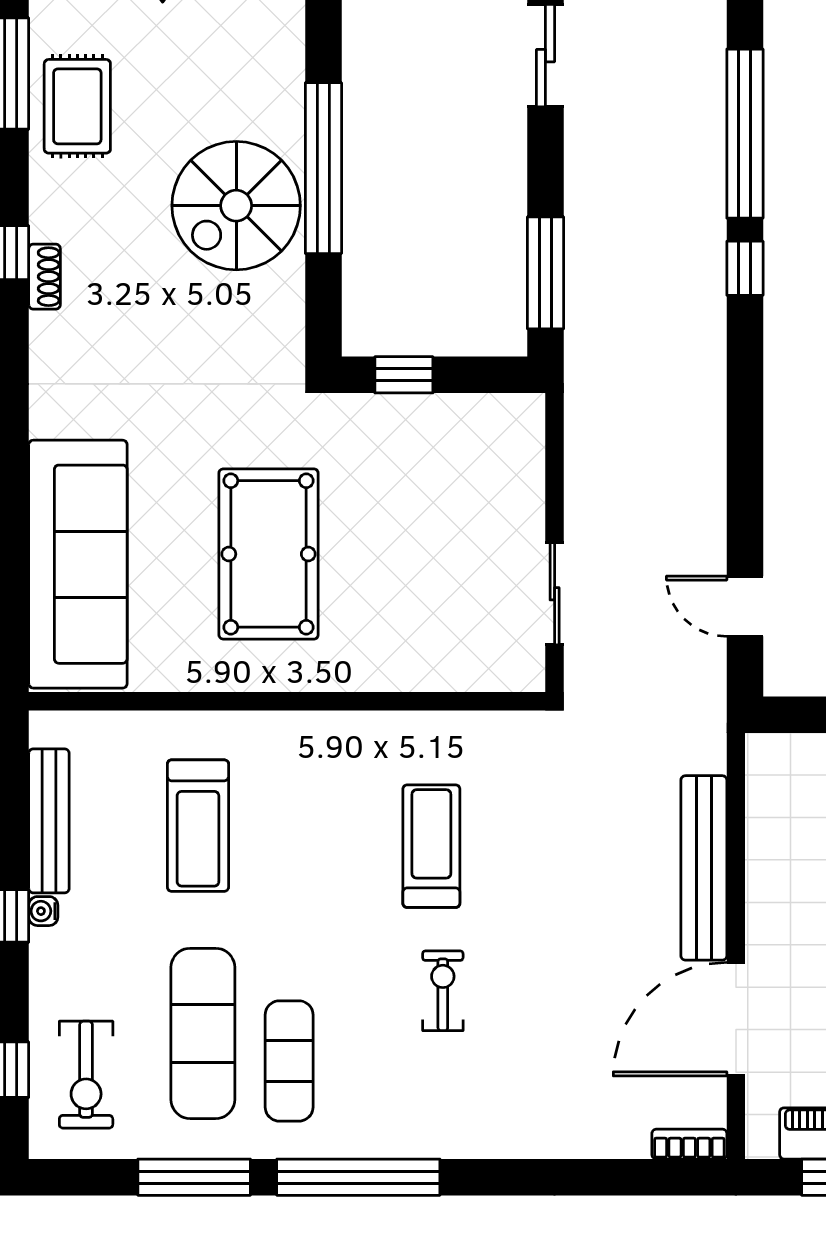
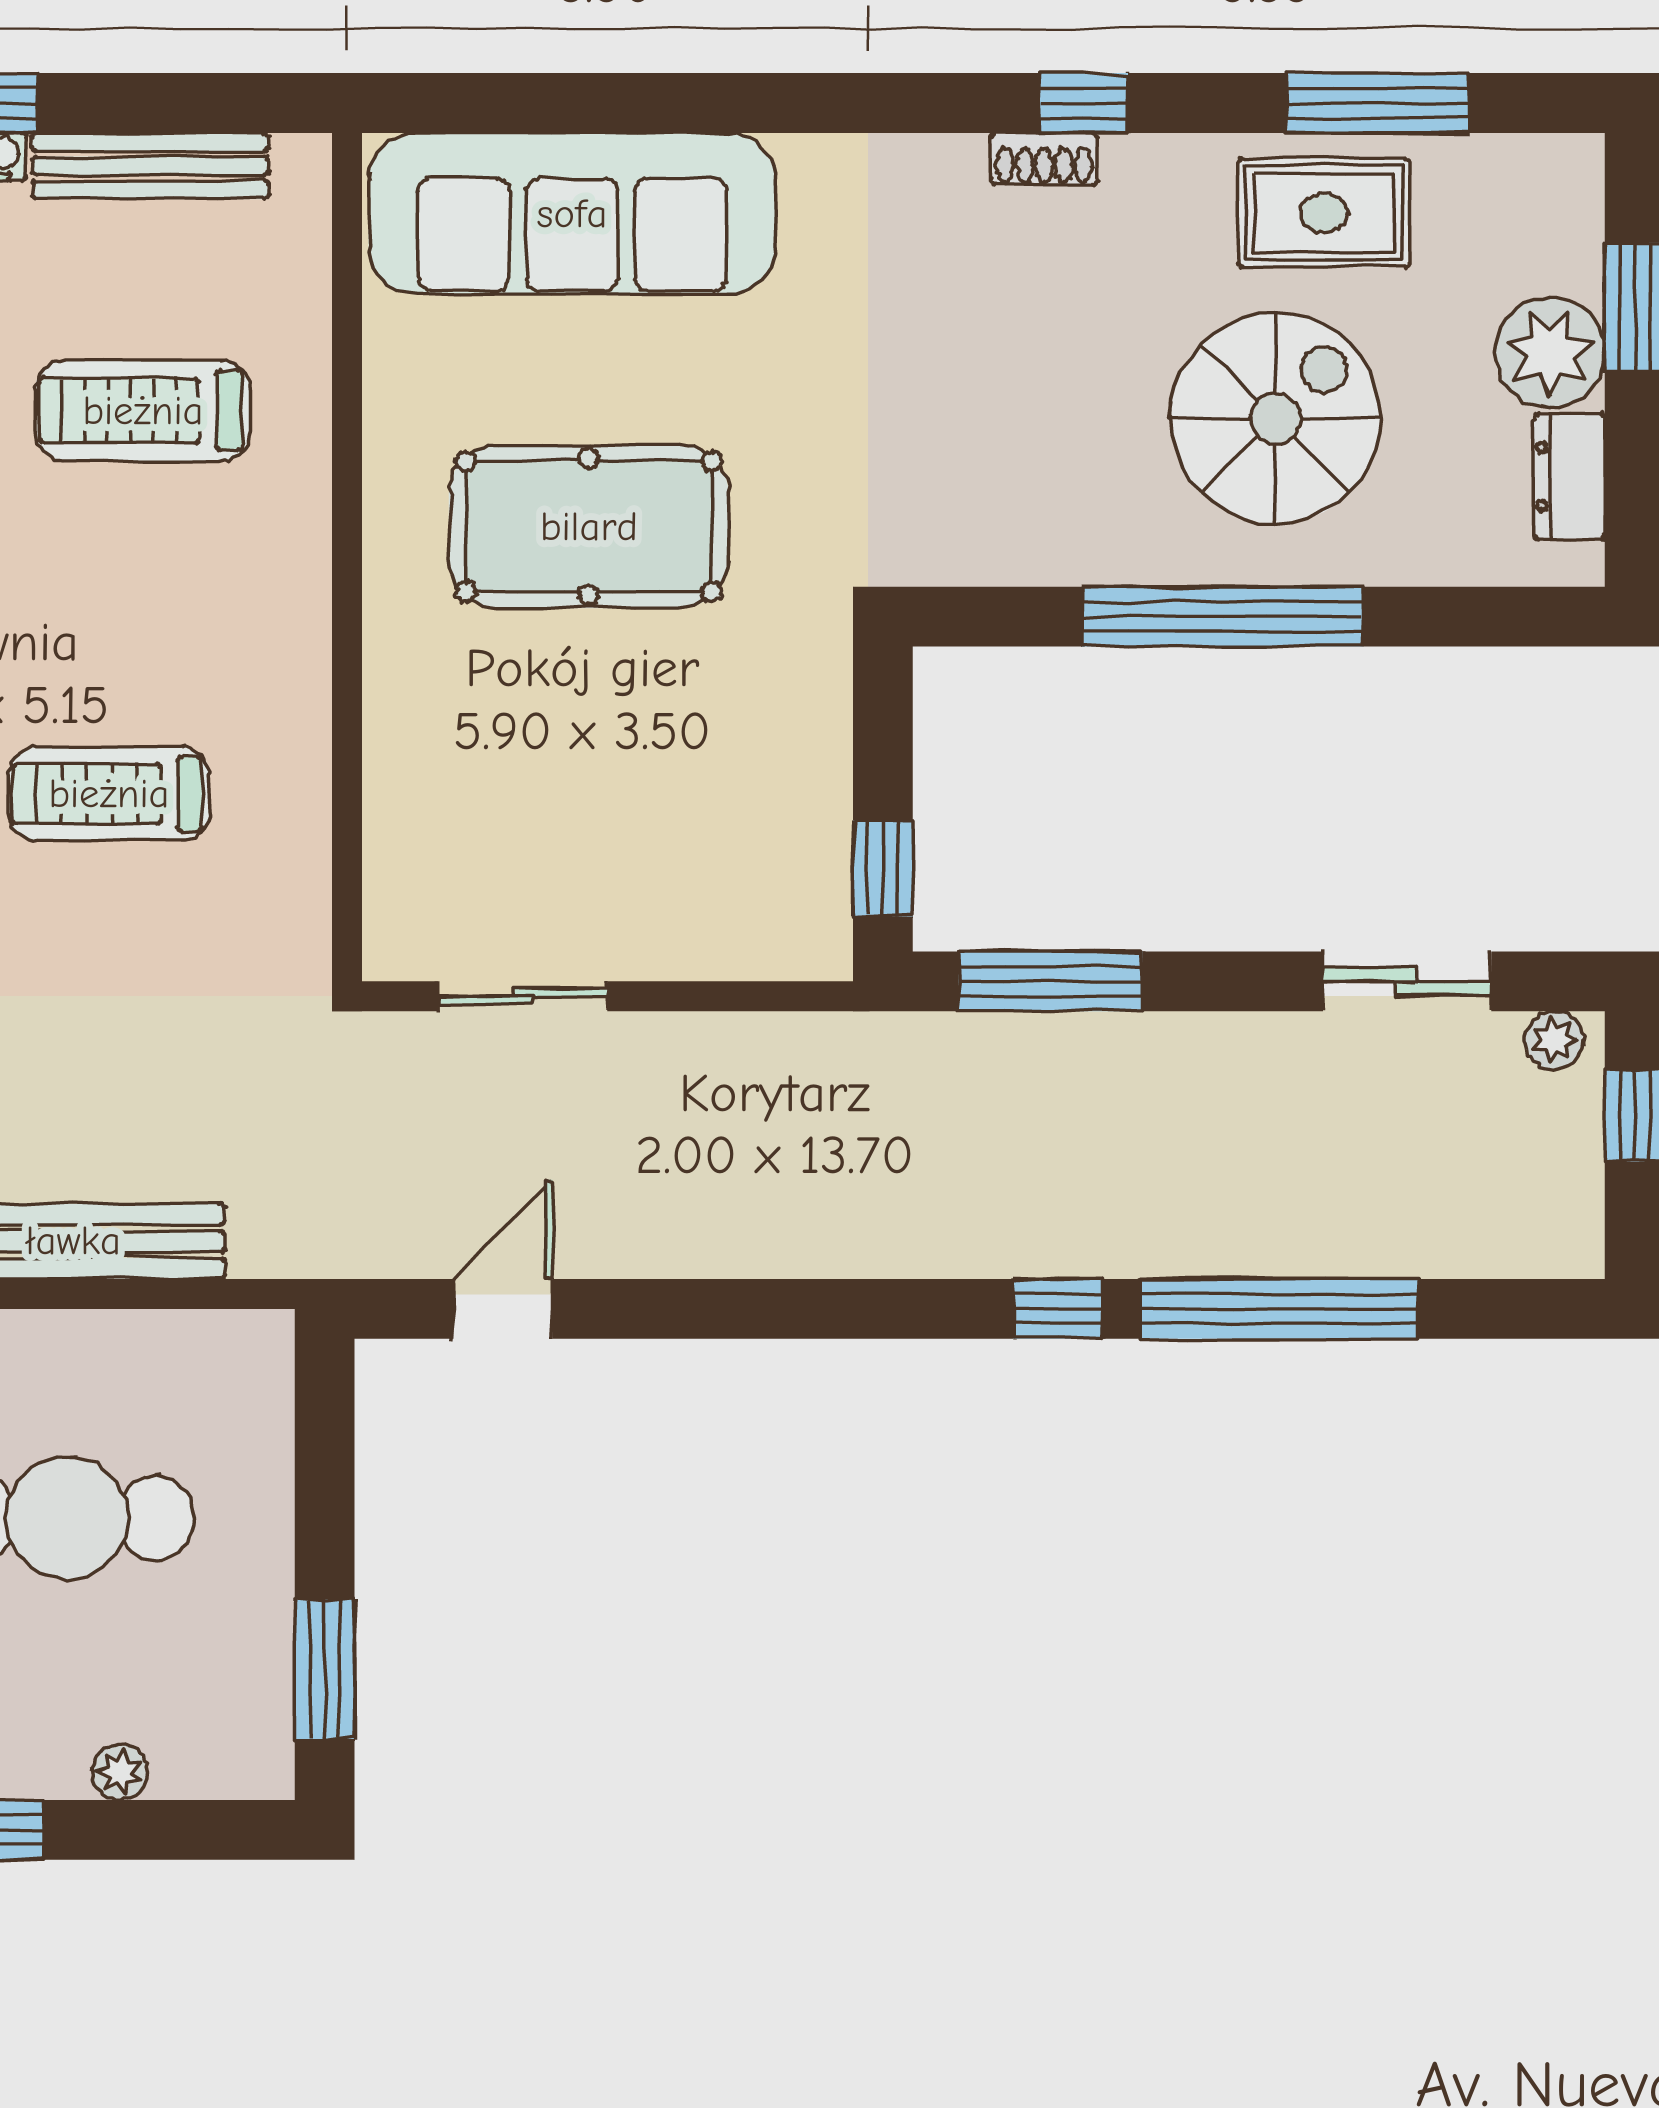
spiral stairs: (236, 206) -> (1276, 418), moved, turned 90
window: (404, 375) -> (883, 869), moved
treadmill: (431, 846) -> (109, 794), turned 180

